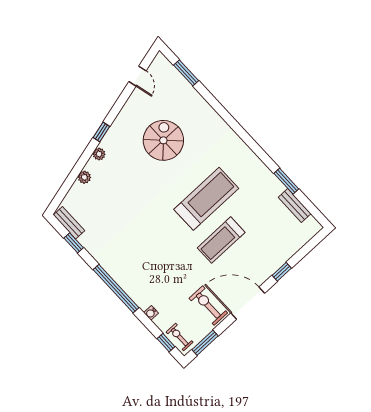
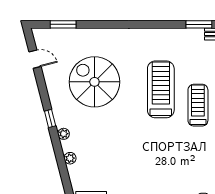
spiral stairs: (163, 140) -> (94, 82), width x1.37, depth x1.37
treadmill: (221, 240) -> (198, 105), turned 180

